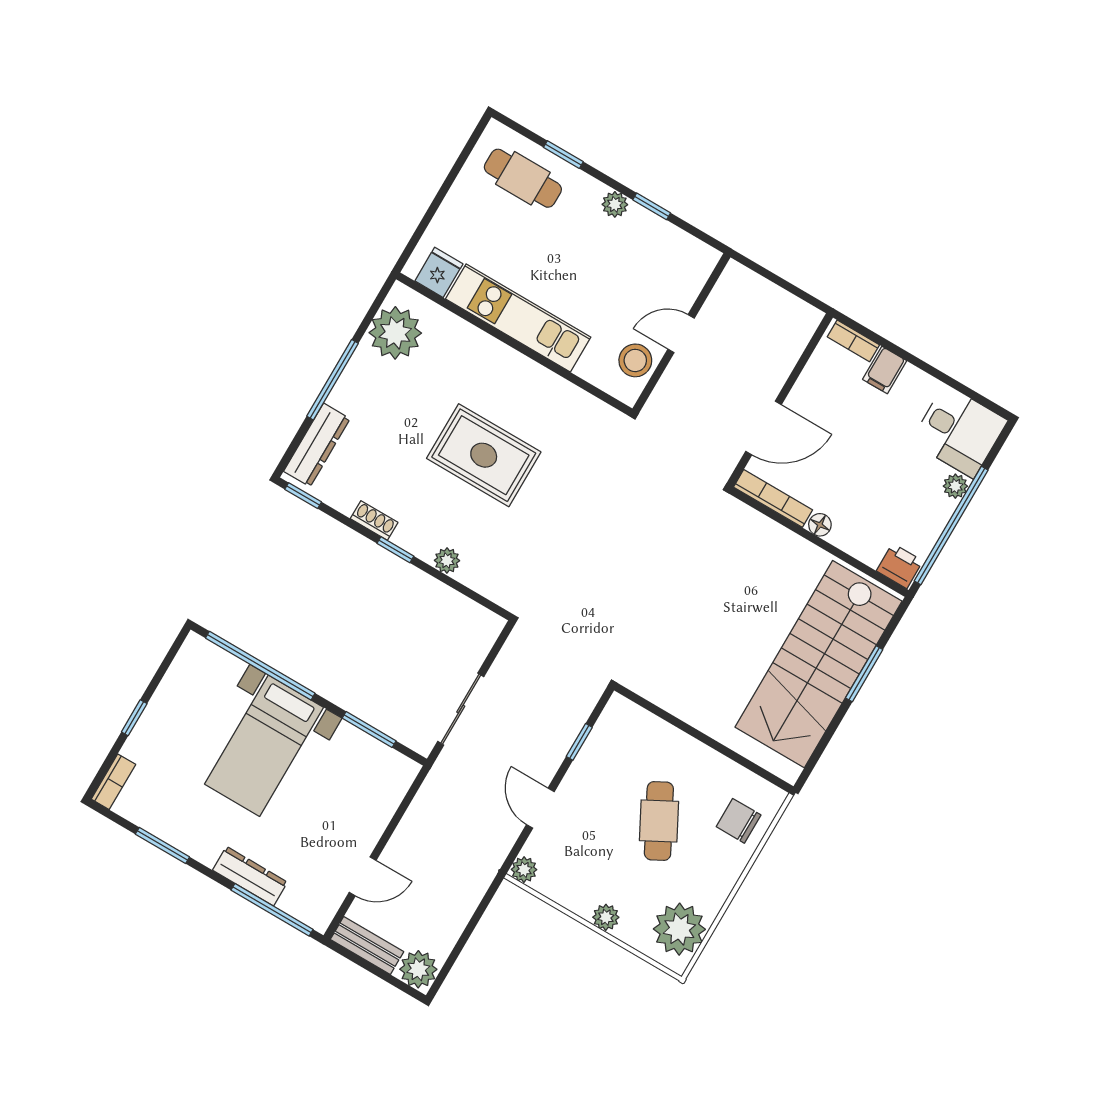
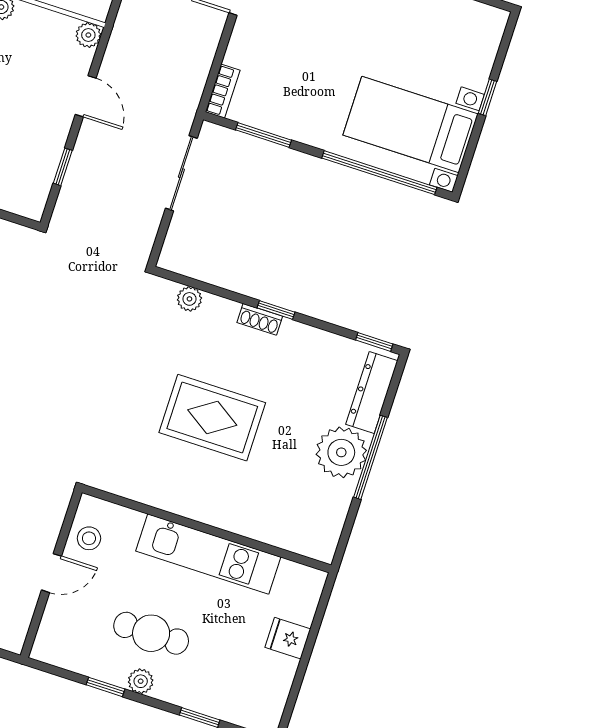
cafe table: (523, 178) -> (151, 633), moved
fridge: (439, 272) -> (288, 638), moved, turned 90
plant: (395, 333) -> (341, 452), moved
stool: (635, 360) -> (89, 538), width x0.73, depth x0.73
shoe rack: (374, 521) -> (260, 319), moved
plant: (447, 561) -> (189, 299), moved
bed with nightstands: (264, 746) -> (410, 124), moved, turned -90
bookcase: (113, 782) -> (223, 91), moved, turned 180

